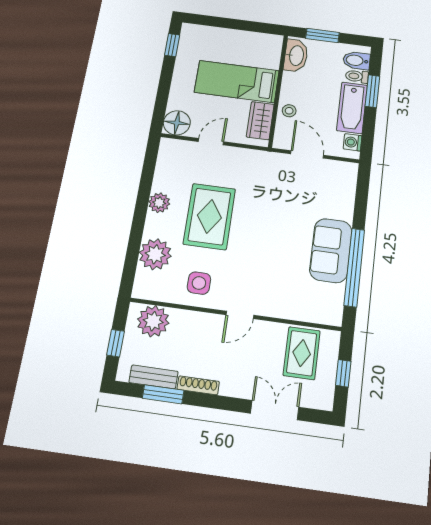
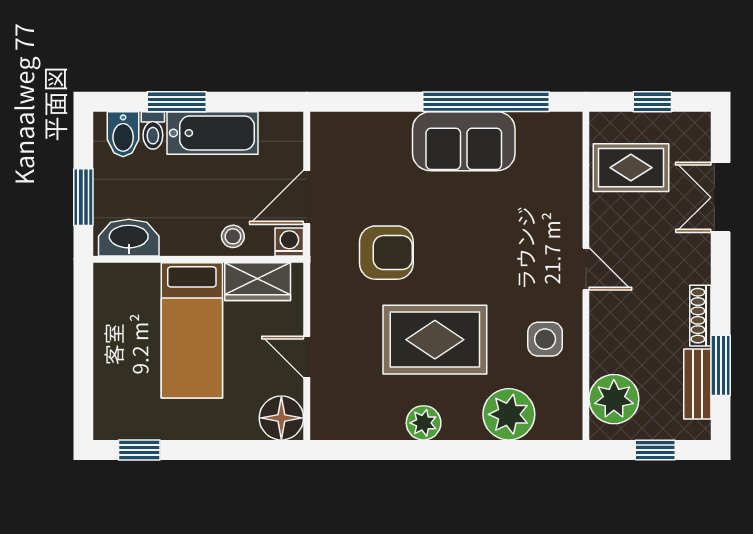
washing machine: (353, 142) -> (289, 242), moved, turned 180
armchair: (267, 195) -> (386, 253), added

